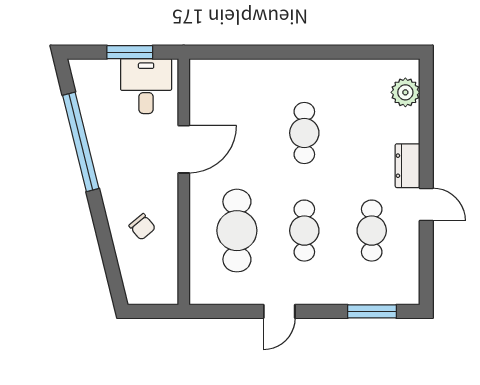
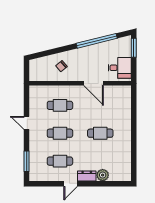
window: (130, 52) -> (134, 48), moved
plant: (405, 92) -> (103, 175), moved
cafe table: (237, 231) -> (60, 105), width x0.73, depth x0.74

